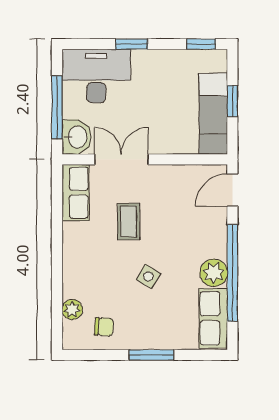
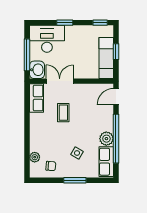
side table: (148, 276) -> (77, 153), moved

